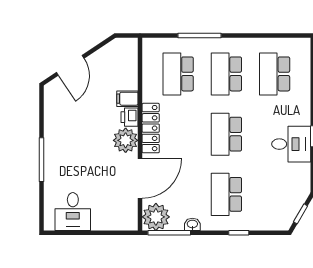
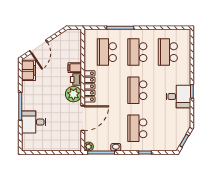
filing cabinet: (54, 103) -> (28, 70), added
desk: (73, 212) -> (34, 122), moved, turned 90
plant: (156, 217) -> (89, 147), width x0.53, depth x0.53

